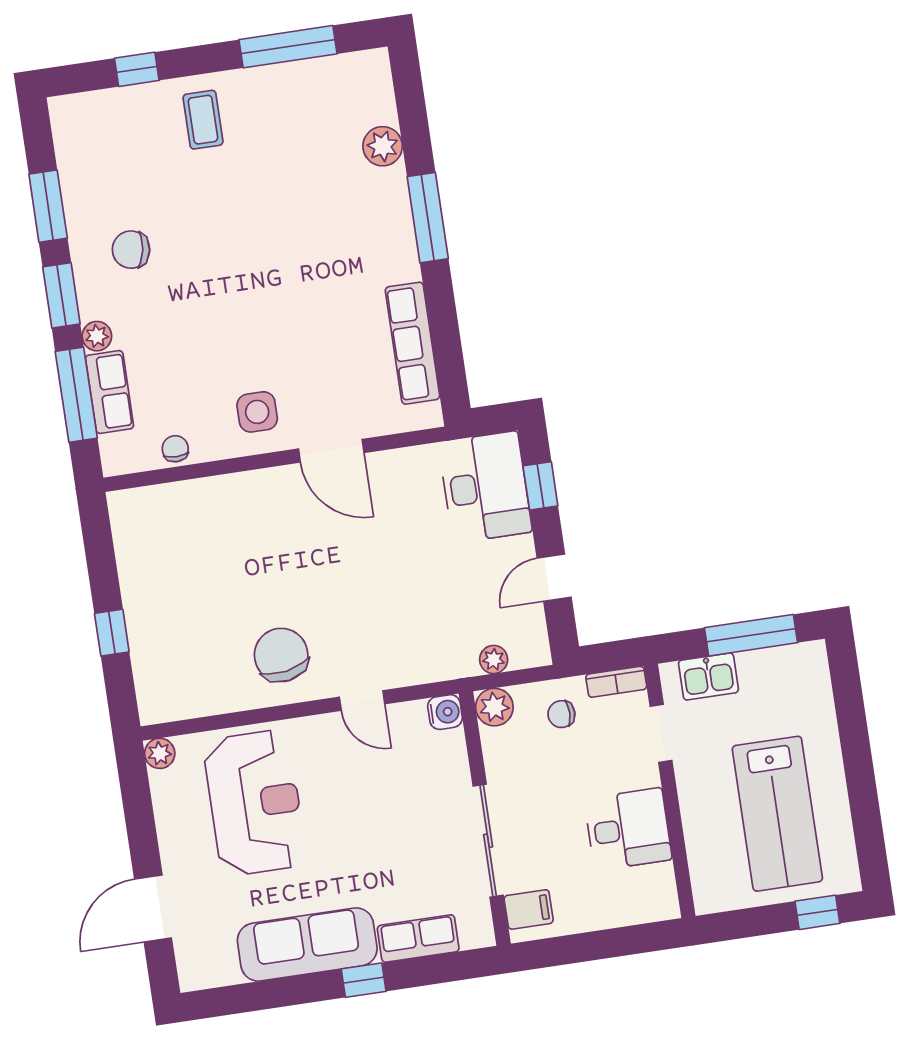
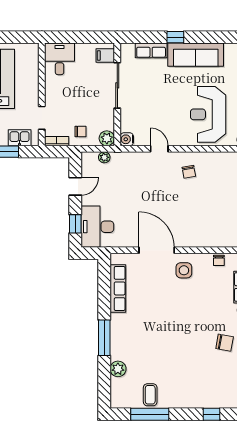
coffee table: (203, 120) -> (150, 395), moved
door: (331, 451) -> (157, 250), width x1.36
chair: (281, 655) -> (189, 172), width x0.54, depth x0.54
desk: (628, 829) -> (60, 59), moved, turned 90

